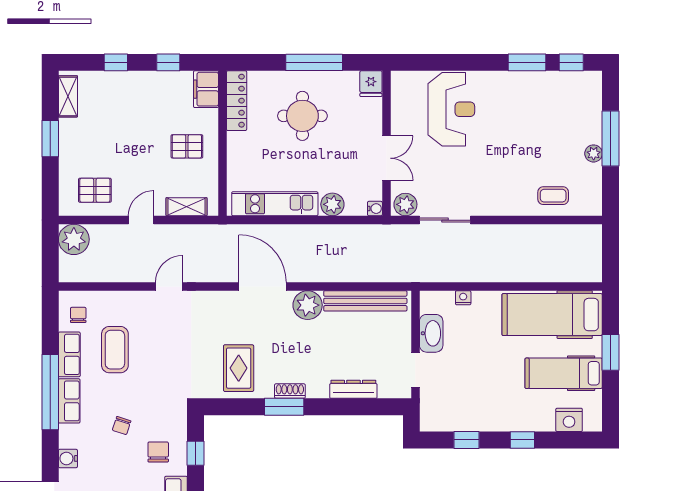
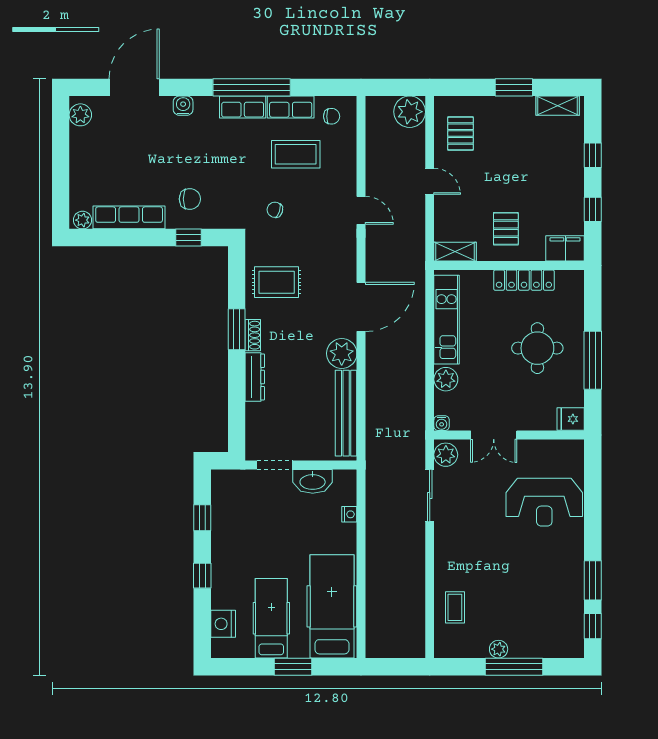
locker: (237, 101) -> (524, 280), moved
shelving: (186, 207) -> (455, 252), moved, turned 90
dresser: (353, 389) -> (255, 377), moved
chair: (122, 426) -> (275, 210), moved

